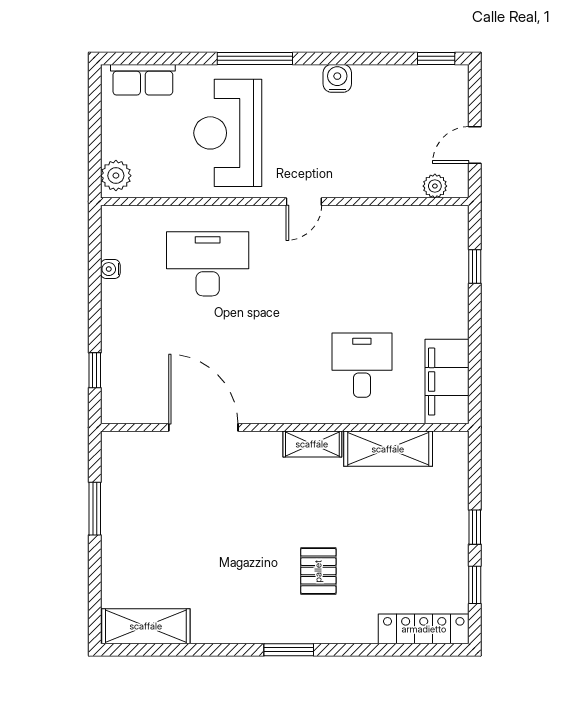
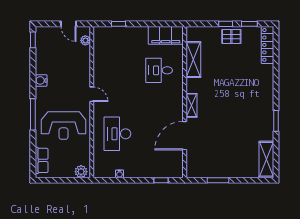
shelving: (312, 444) -> (191, 105), moved
pallet: (318, 571) -> (231, 36), moved
window: (289, 650) -> (276, 121), moved

